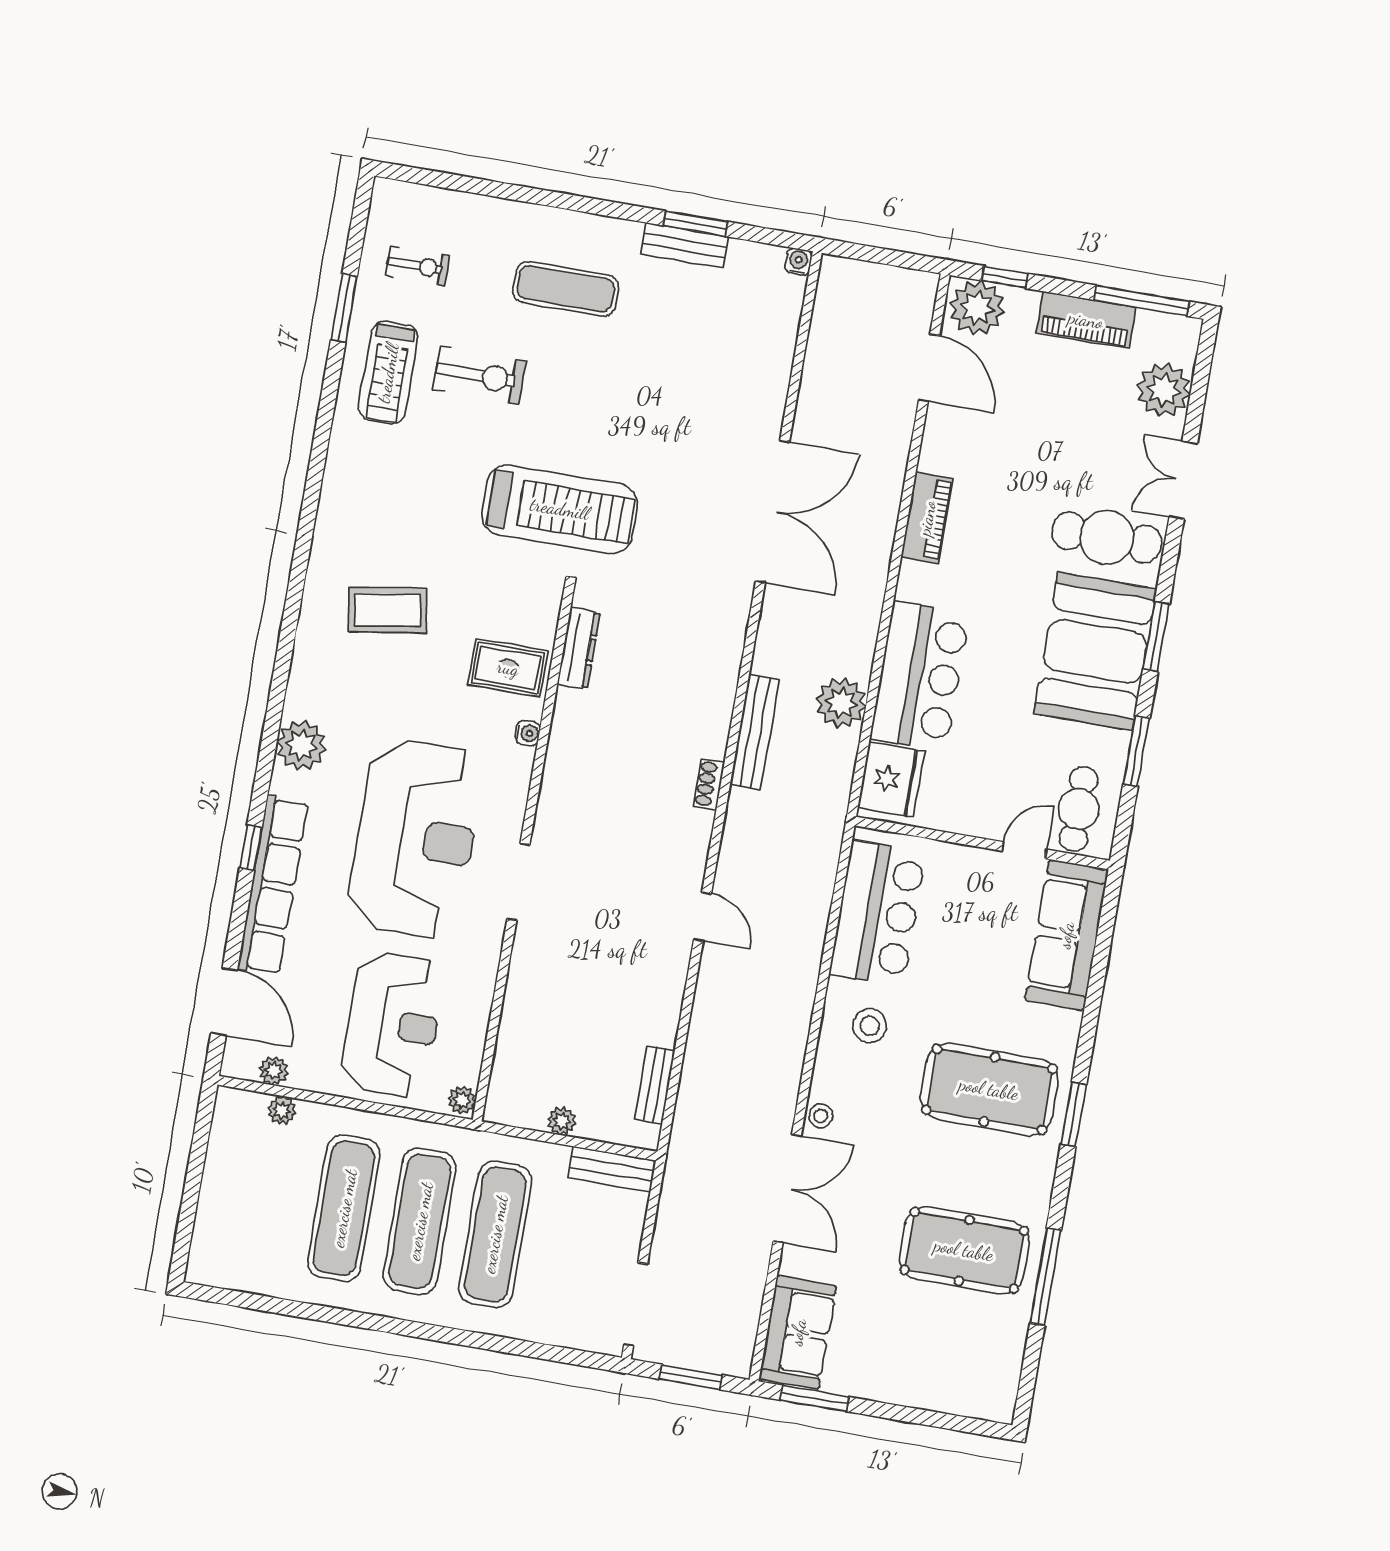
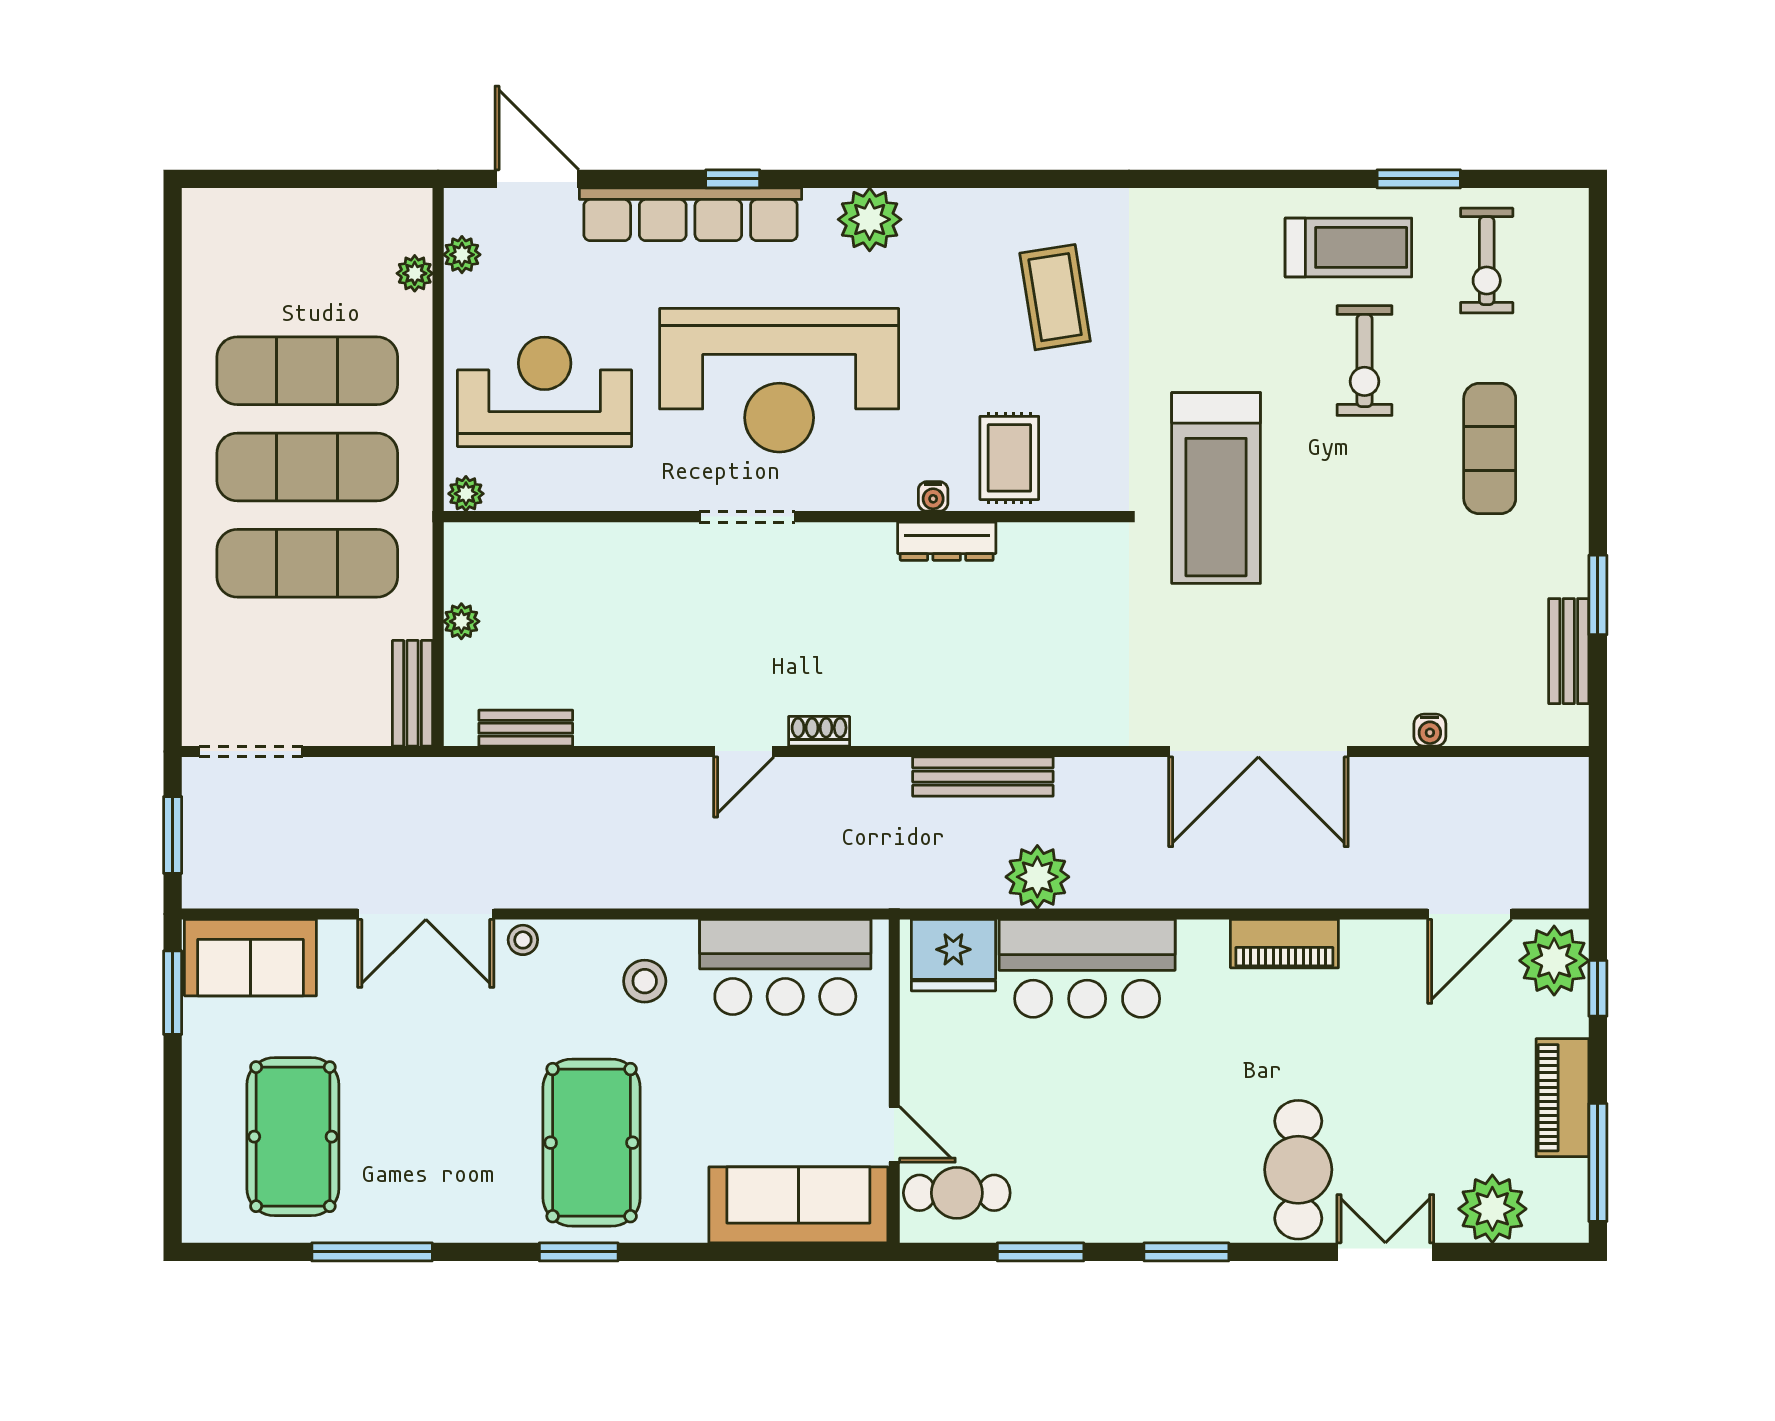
bench: (685, 245) -> (1569, 651), moved
water cooler: (798, 262) -> (1430, 730), moved, turned 90
exercise bike: (417, 266) -> (1487, 261), width x1.38, depth x1.39
treadmill: (388, 373) -> (1348, 247), turned 180
dresser: (579, 648) -> (947, 541), moved
booth: (1095, 651) -> (1155, 1180), removed
shoe rack: (709, 784) -> (819, 731), moved
door: (224, 1001) -> (537, 179), swing flipped
reception desk: (393, 1024) -> (545, 392), turned 180
pool table: (964, 1250) -> (293, 1137), moved

